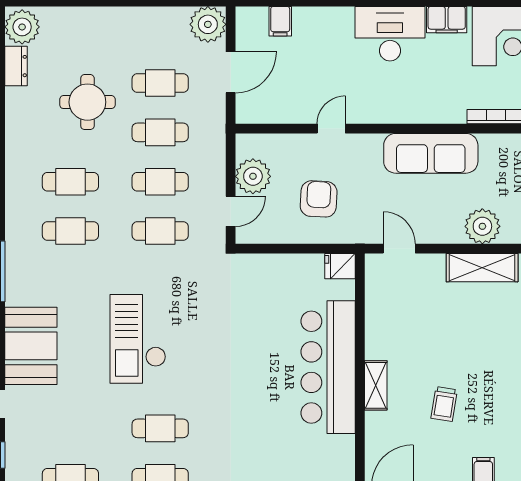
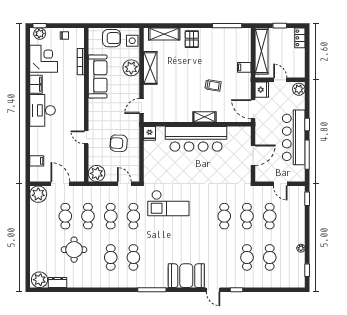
sofa: (431, 153) -> (98, 76), moved
plant: (253, 176) -> (97, 173), moved
checkout: (138, 339) -> (168, 203), moved

